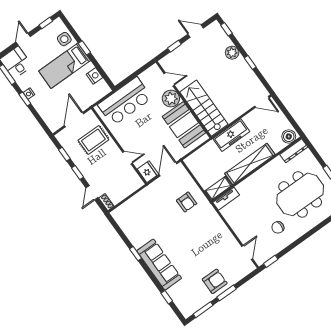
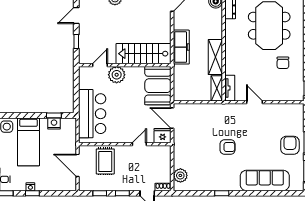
window: (84, 48) -> (54, 115), moved
booth: (184, 125) -> (158, 86), moved, turned 90
shelving: (250, 164) -> (215, 57), width x0.68
armchair: (187, 202) -> (228, 147), moved
plant: (126, 209) -> (180, 175), added
door: (247, 252) -> (255, 102), moved
sofa: (159, 265) -> (265, 180), moved
window: (167, 297) -> (275, 193), removed

